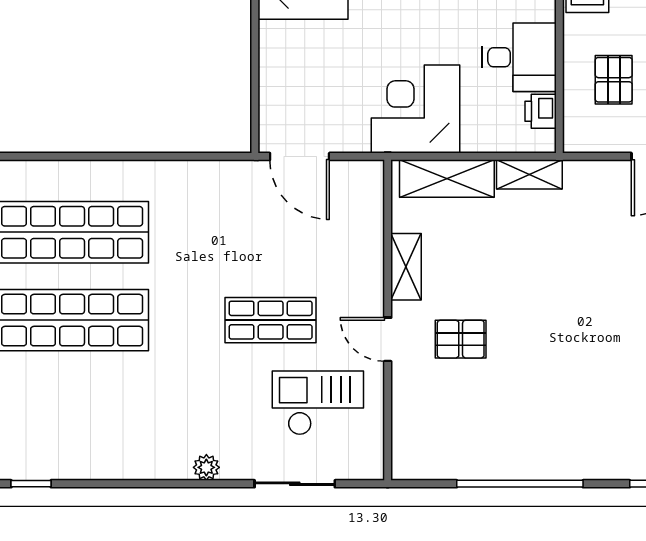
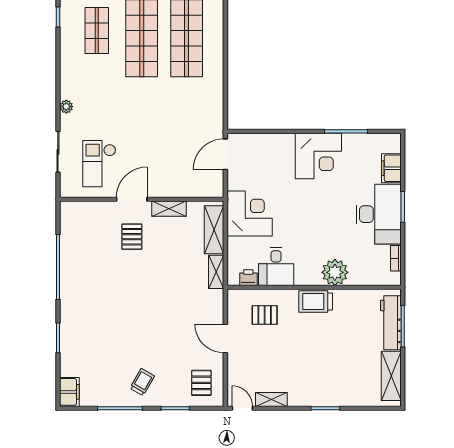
shop shelf: (271, 320) -> (97, 31), moved
door: (388, 339) -> (132, 199), width x1.38
checkout: (318, 403) -> (99, 164), turned 180

